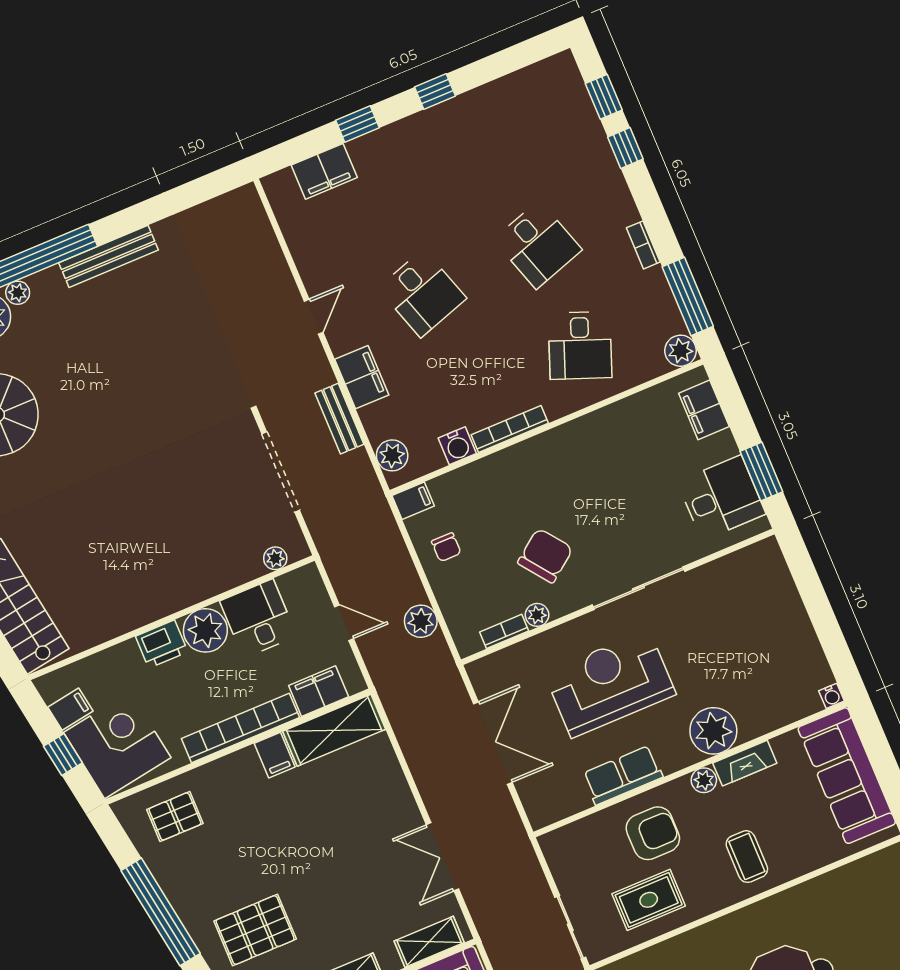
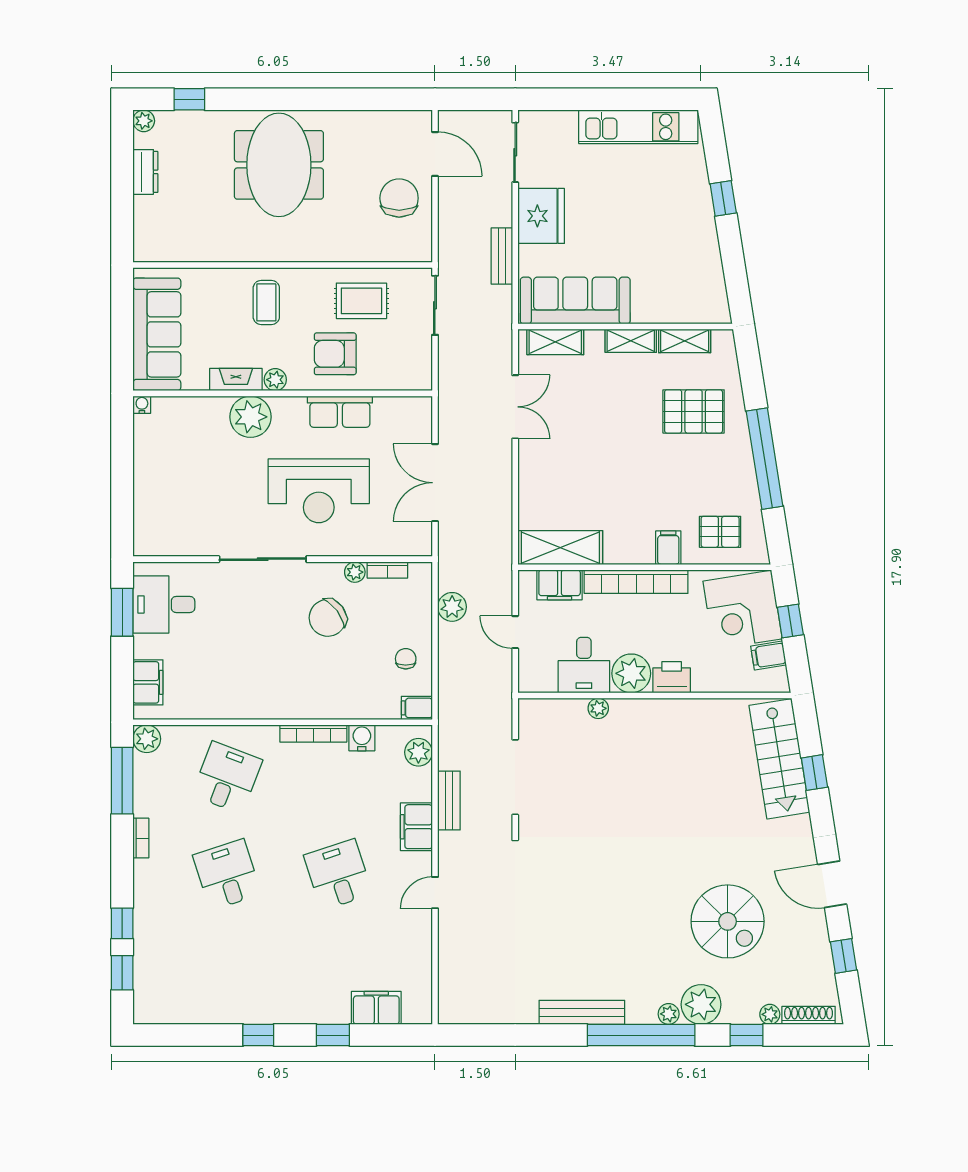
plant: (275, 558) -> (598, 708), moved
filing cabinet: (275, 755) -> (668, 548), moved

